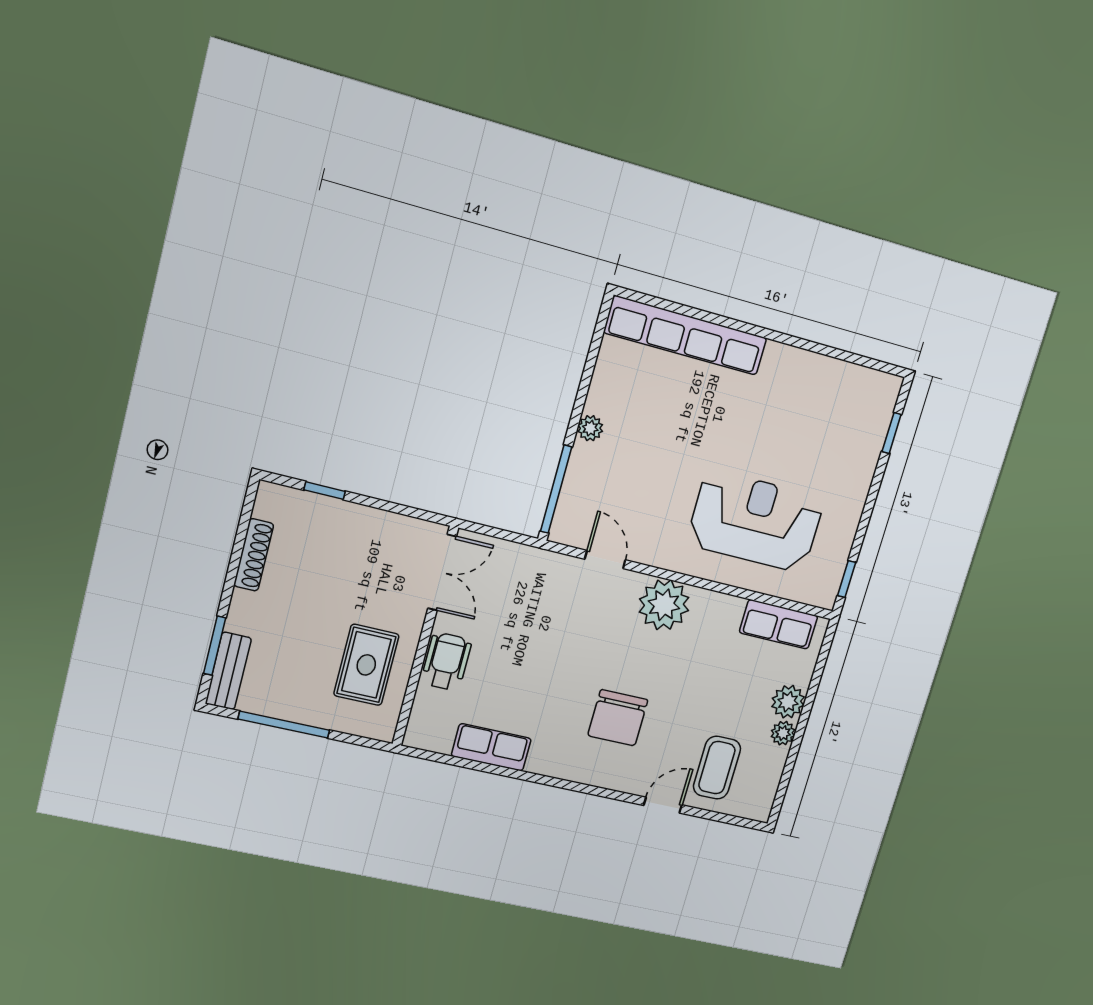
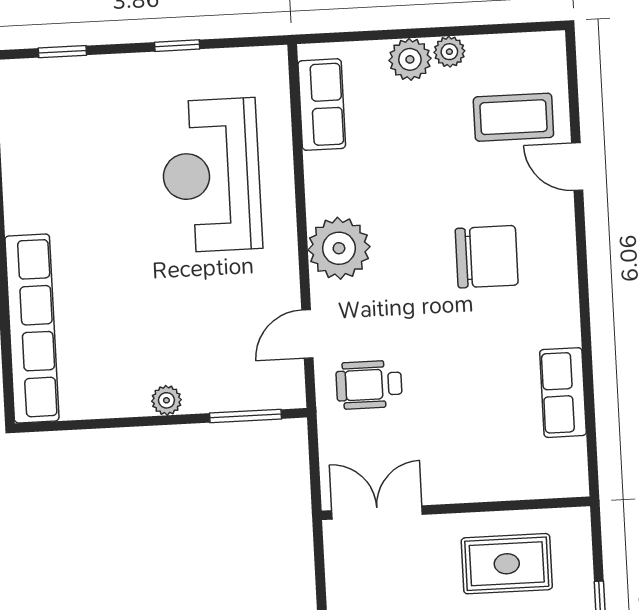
window: (556, 489) -> (245, 416), width x0.69
window: (847, 579) -> (177, 46), moved
wheelchair: (446, 661) -> (369, 385), moved

